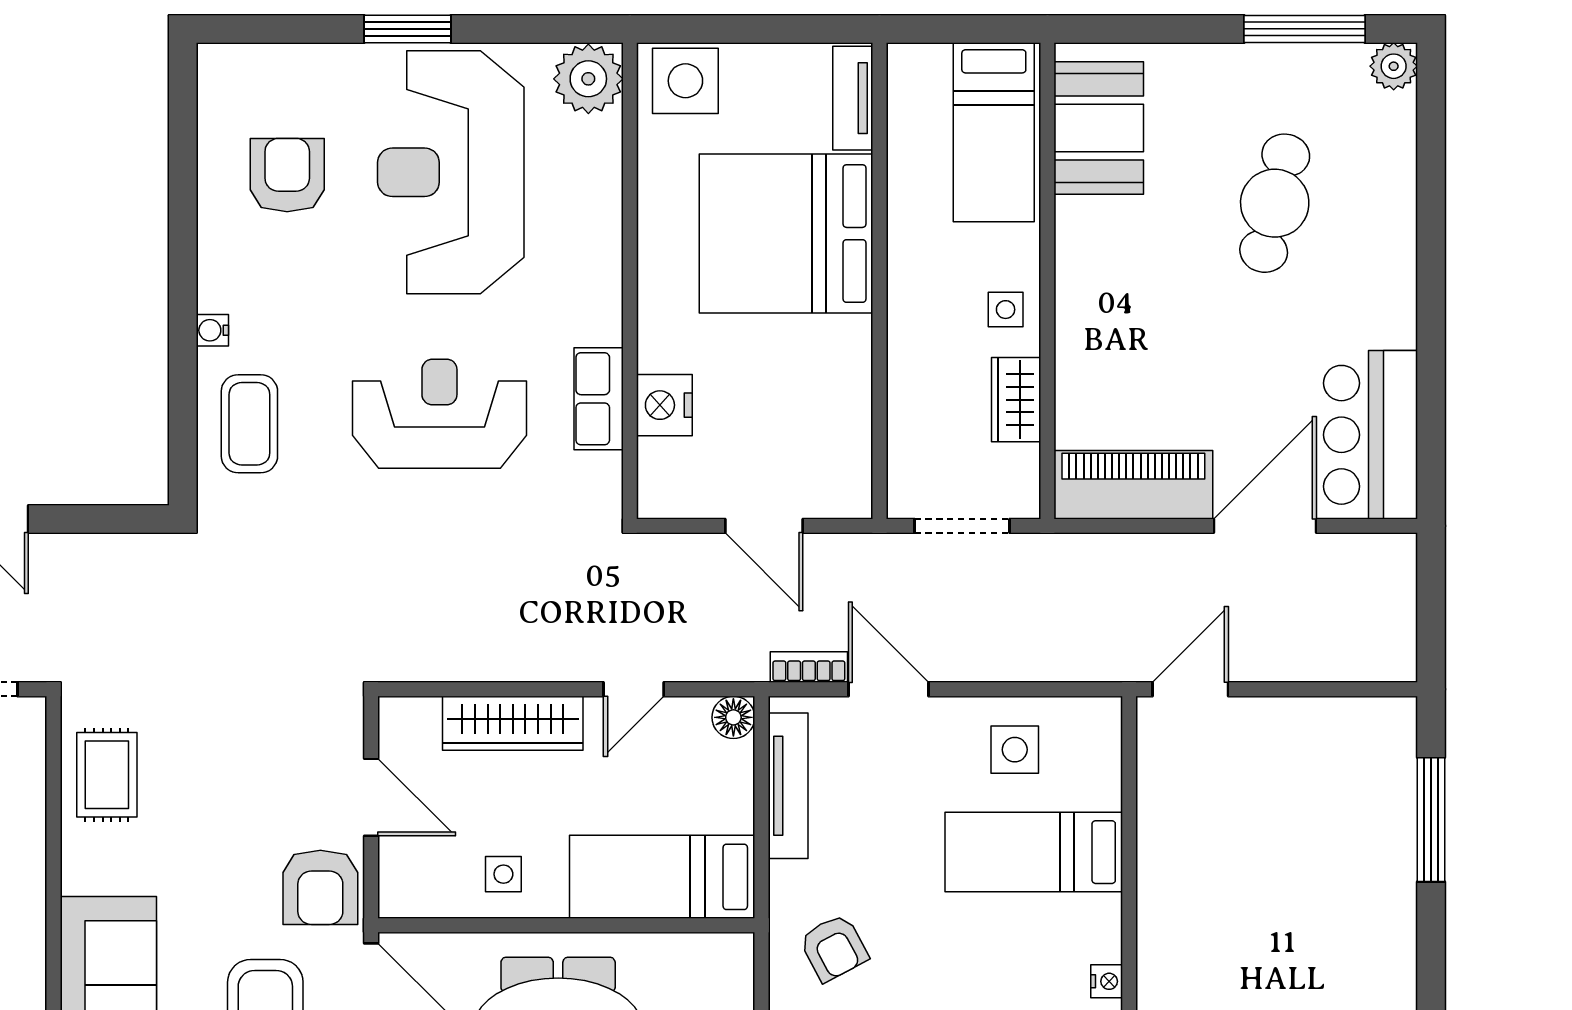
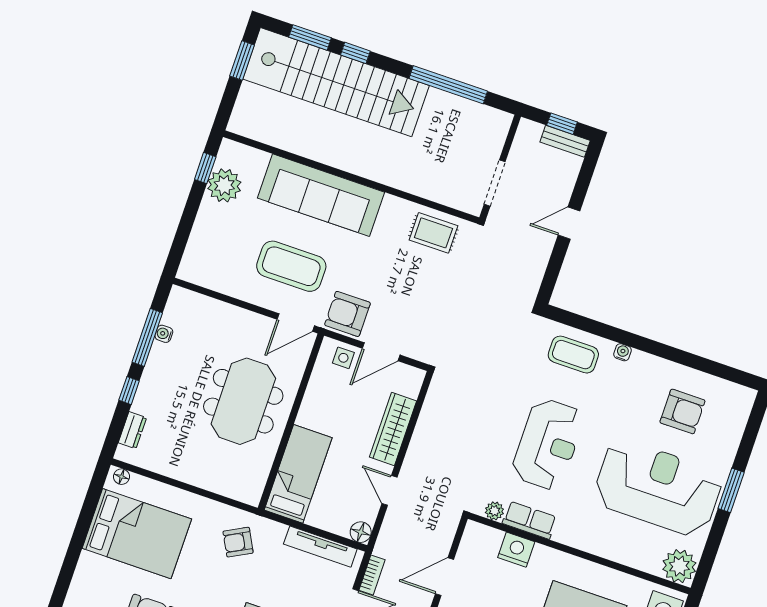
plant: (604, 473) -> (494, 511), added
side table: (503, 874) -> (343, 358), moved

